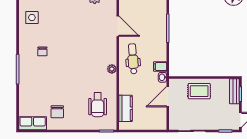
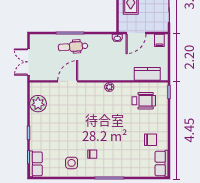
side table: (32, 18) -> (72, 163), moved
dental chair: (133, 59) -> (73, 47), moved
filing cabinet: (160, 67) -> (159, 40), moved
door: (168, 97) -> (136, 33), hinge flipped

